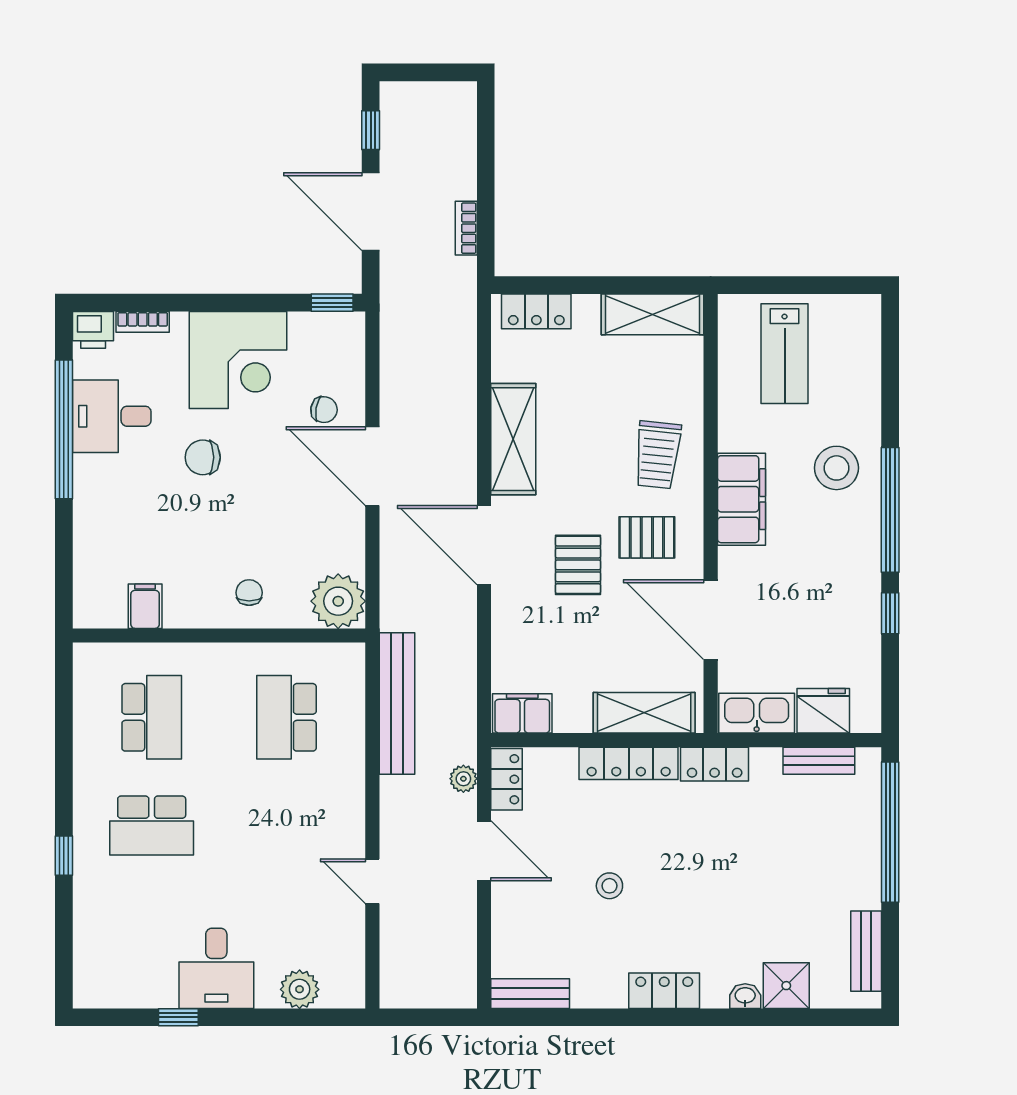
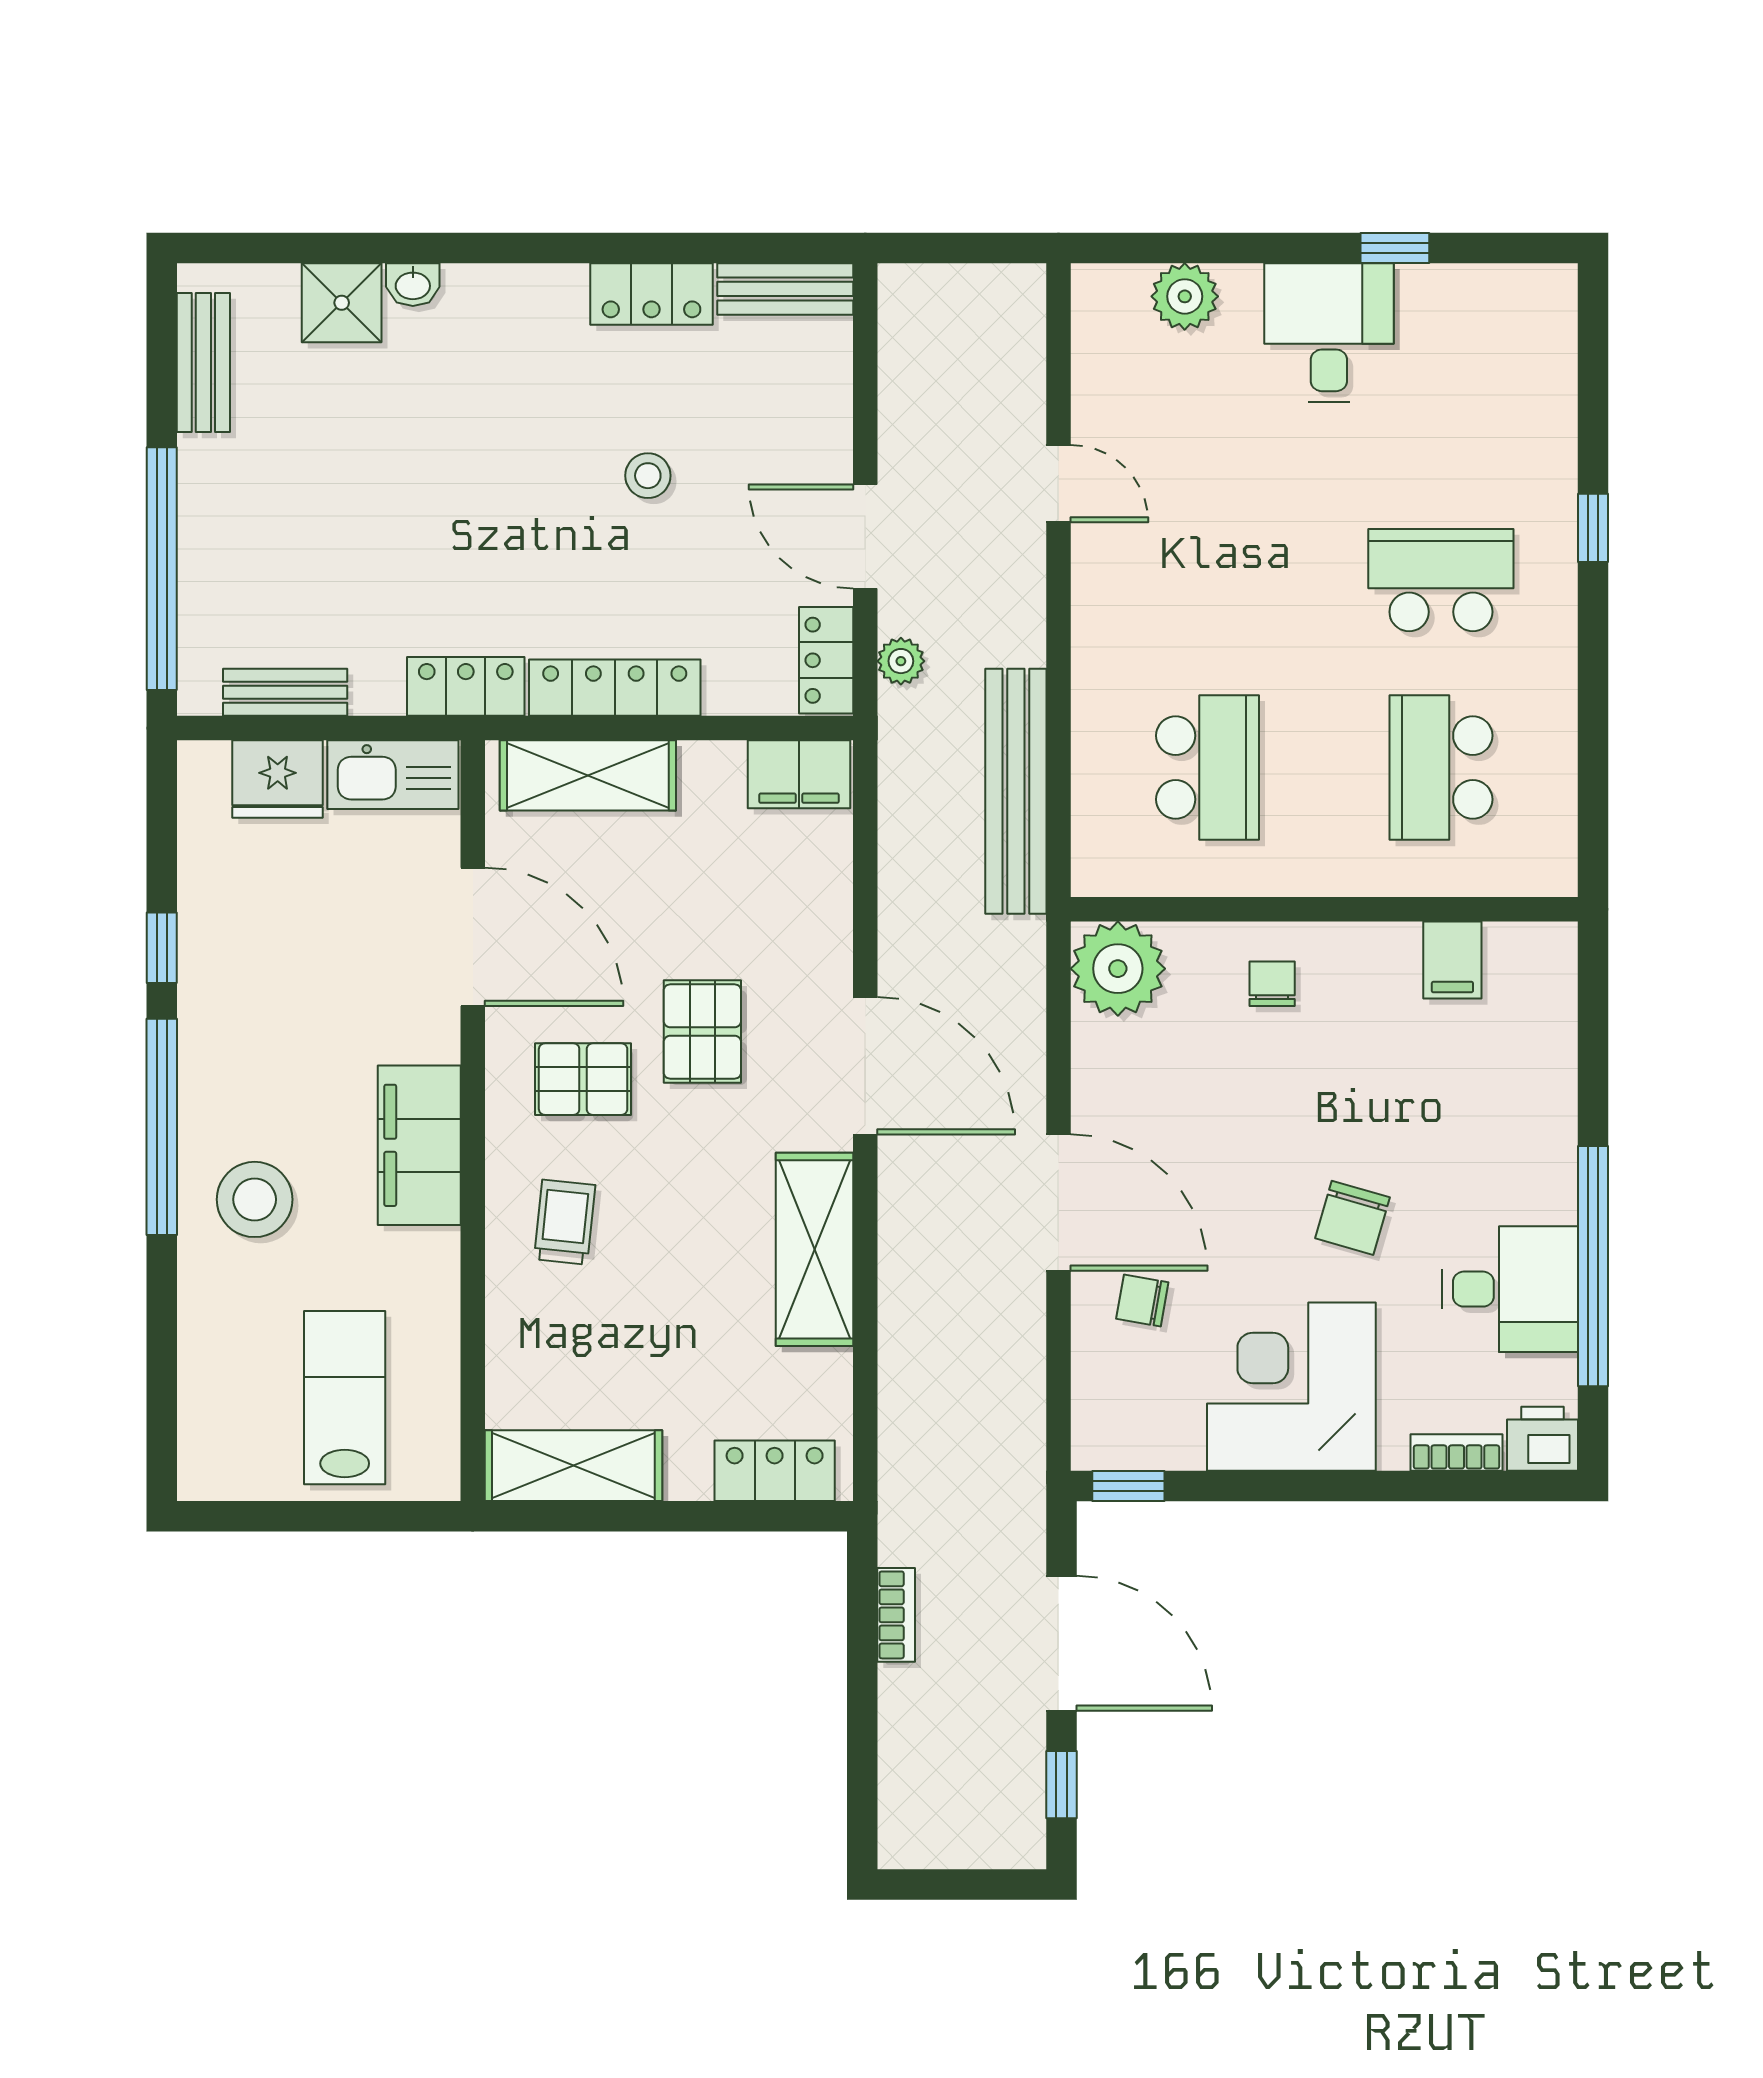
trolley: (657, 455) -> (565, 1222), width x0.73, depth x0.72
chair: (203, 457) -> (1352, 1218), turned 106
chair: (249, 593) -> (1272, 984), turned 180
locker: (664, 991) -> (651, 294), moved

